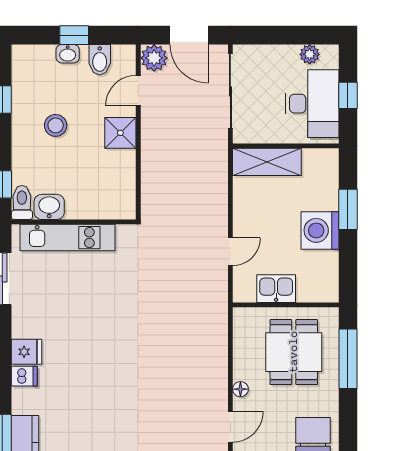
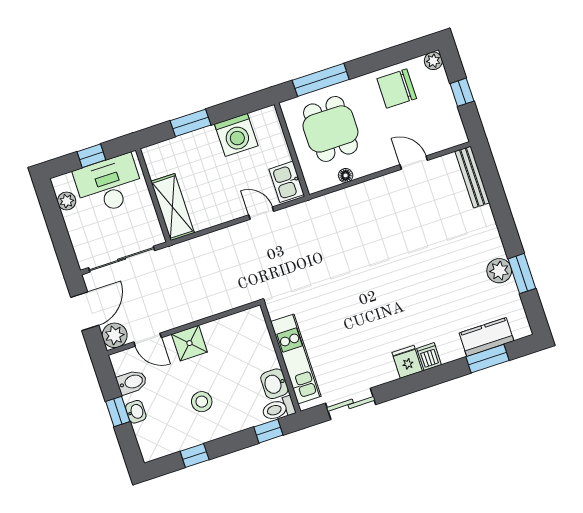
washing machine: (320, 230) -> (236, 135), moved
kitchen sink: (276, 289) -> (287, 182), moved
dining table: (294, 352) -> (330, 129), turned 90
floor lamp: (240, 389) -> (346, 175), moved

